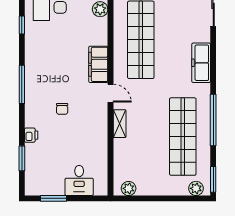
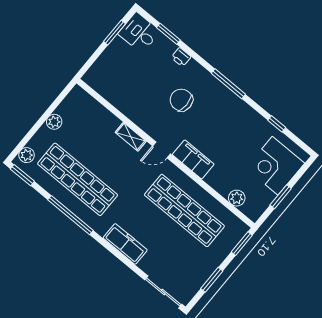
chair: (62, 109) -> (181, 100), width x1.87, depth x1.87
desk: (79, 180) -> (139, 33), moved
plant: (129, 188) -> (54, 122), moved

